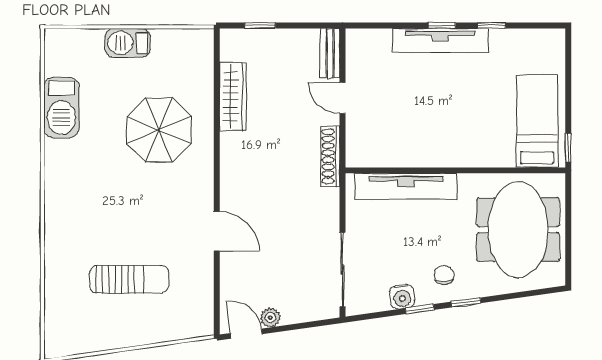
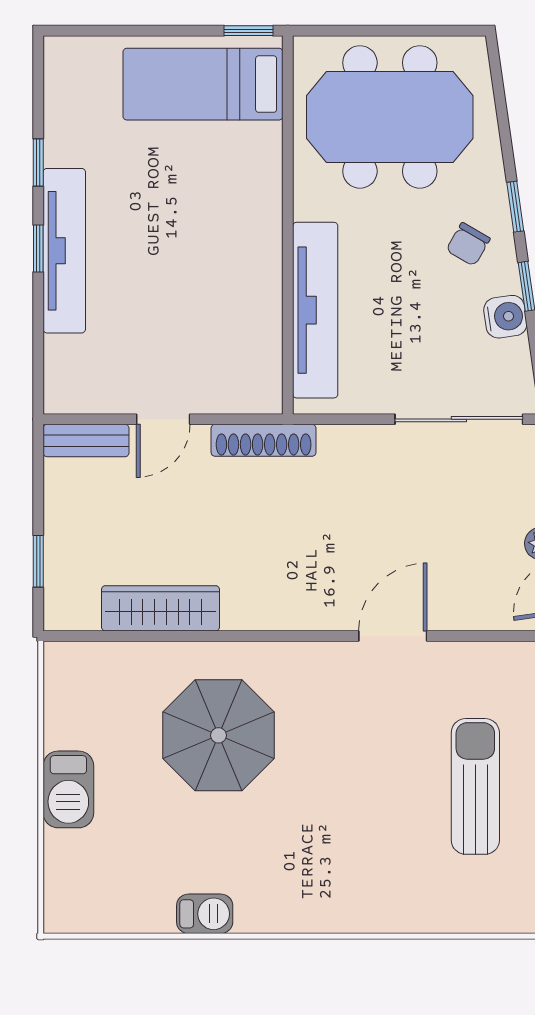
barbecue: (61, 108) -> (205, 914), width x0.53, depth x0.65
chair: (444, 275) -> (468, 244), turned -60

